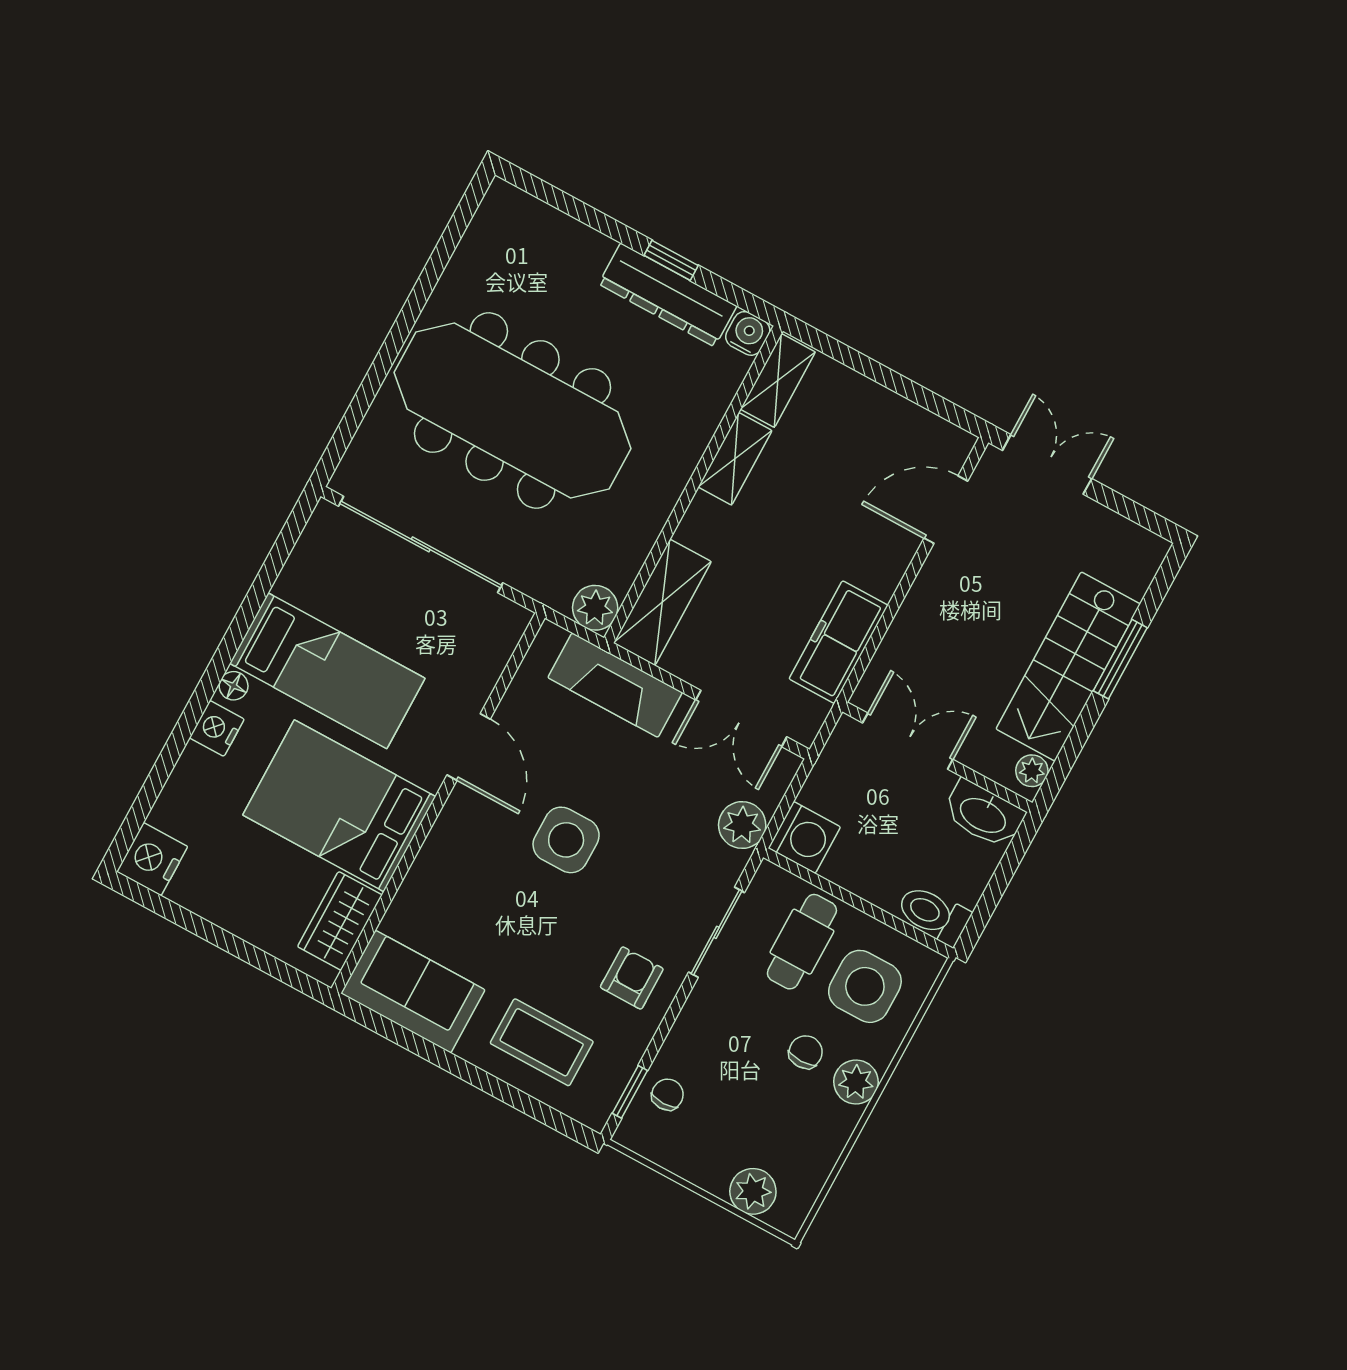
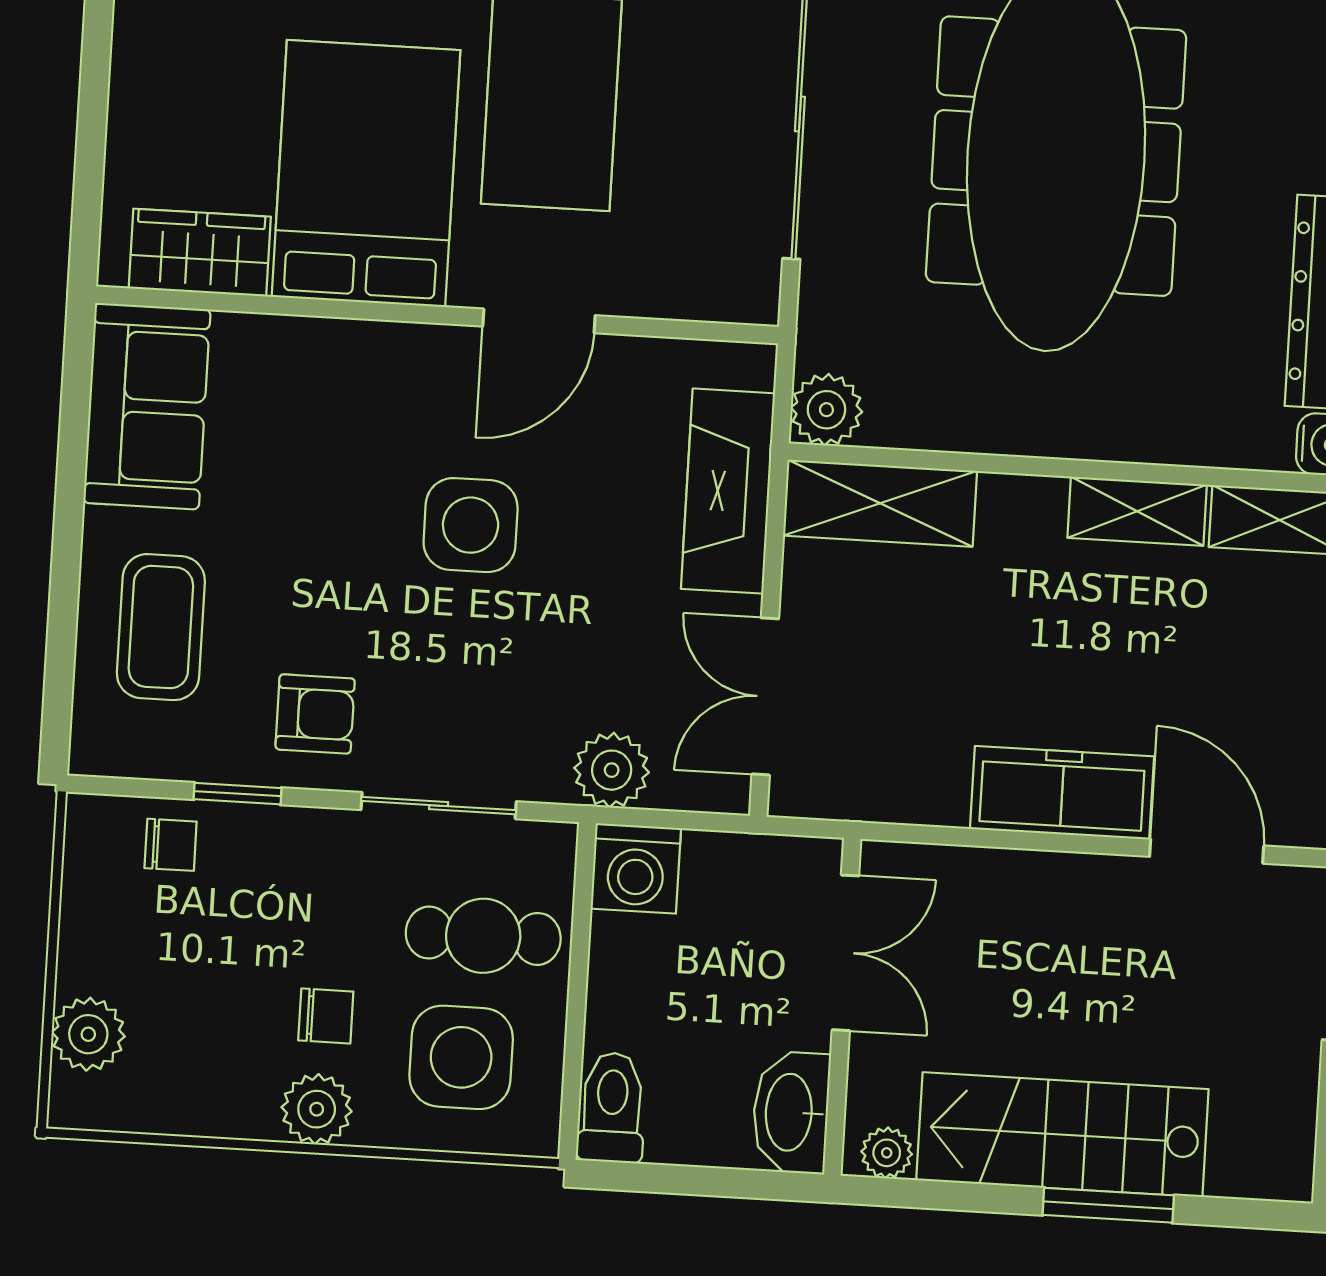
freezer: (839, 642) -> (1062, 793), moved
window: (630, 1092) -> (238, 794), moved

